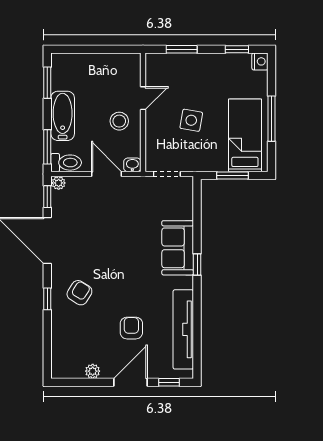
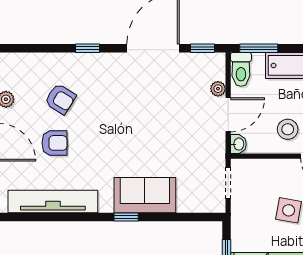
plant: (59, 183) -> (218, 89), moved
armchair: (79, 293) -> (60, 99), moved

